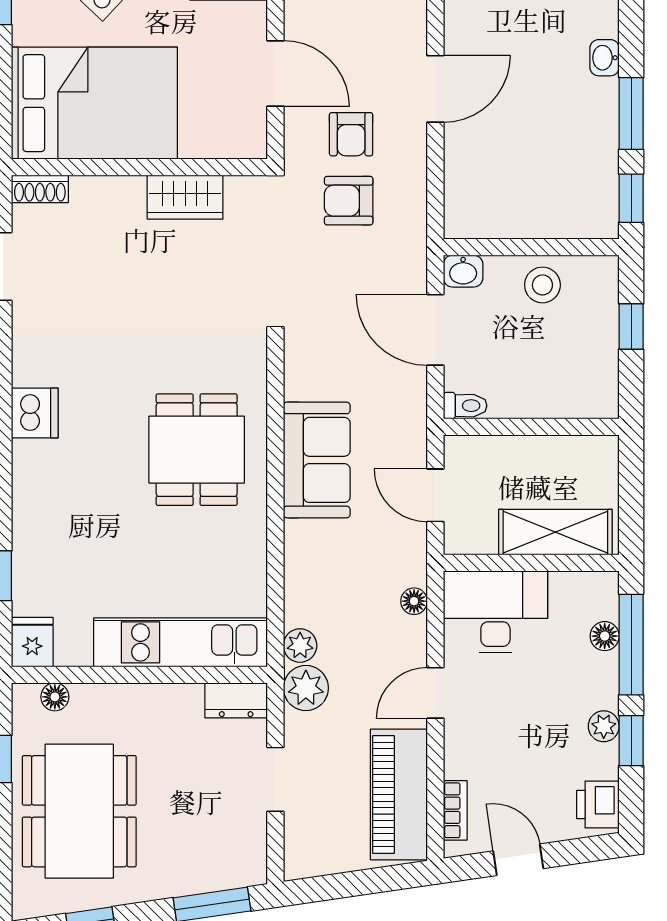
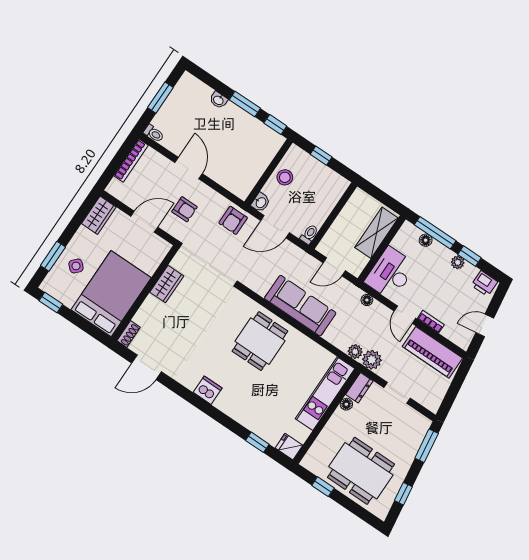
armchair: (349, 201) -> (233, 220), moved
dining table: (197, 450) -> (260, 341), turned 90
sofa: (317, 460) -> (300, 306), width x1.36
floor lamp: (55, 697) -> (346, 404), moved
bookcase: (455, 810) -> (431, 322), moved

